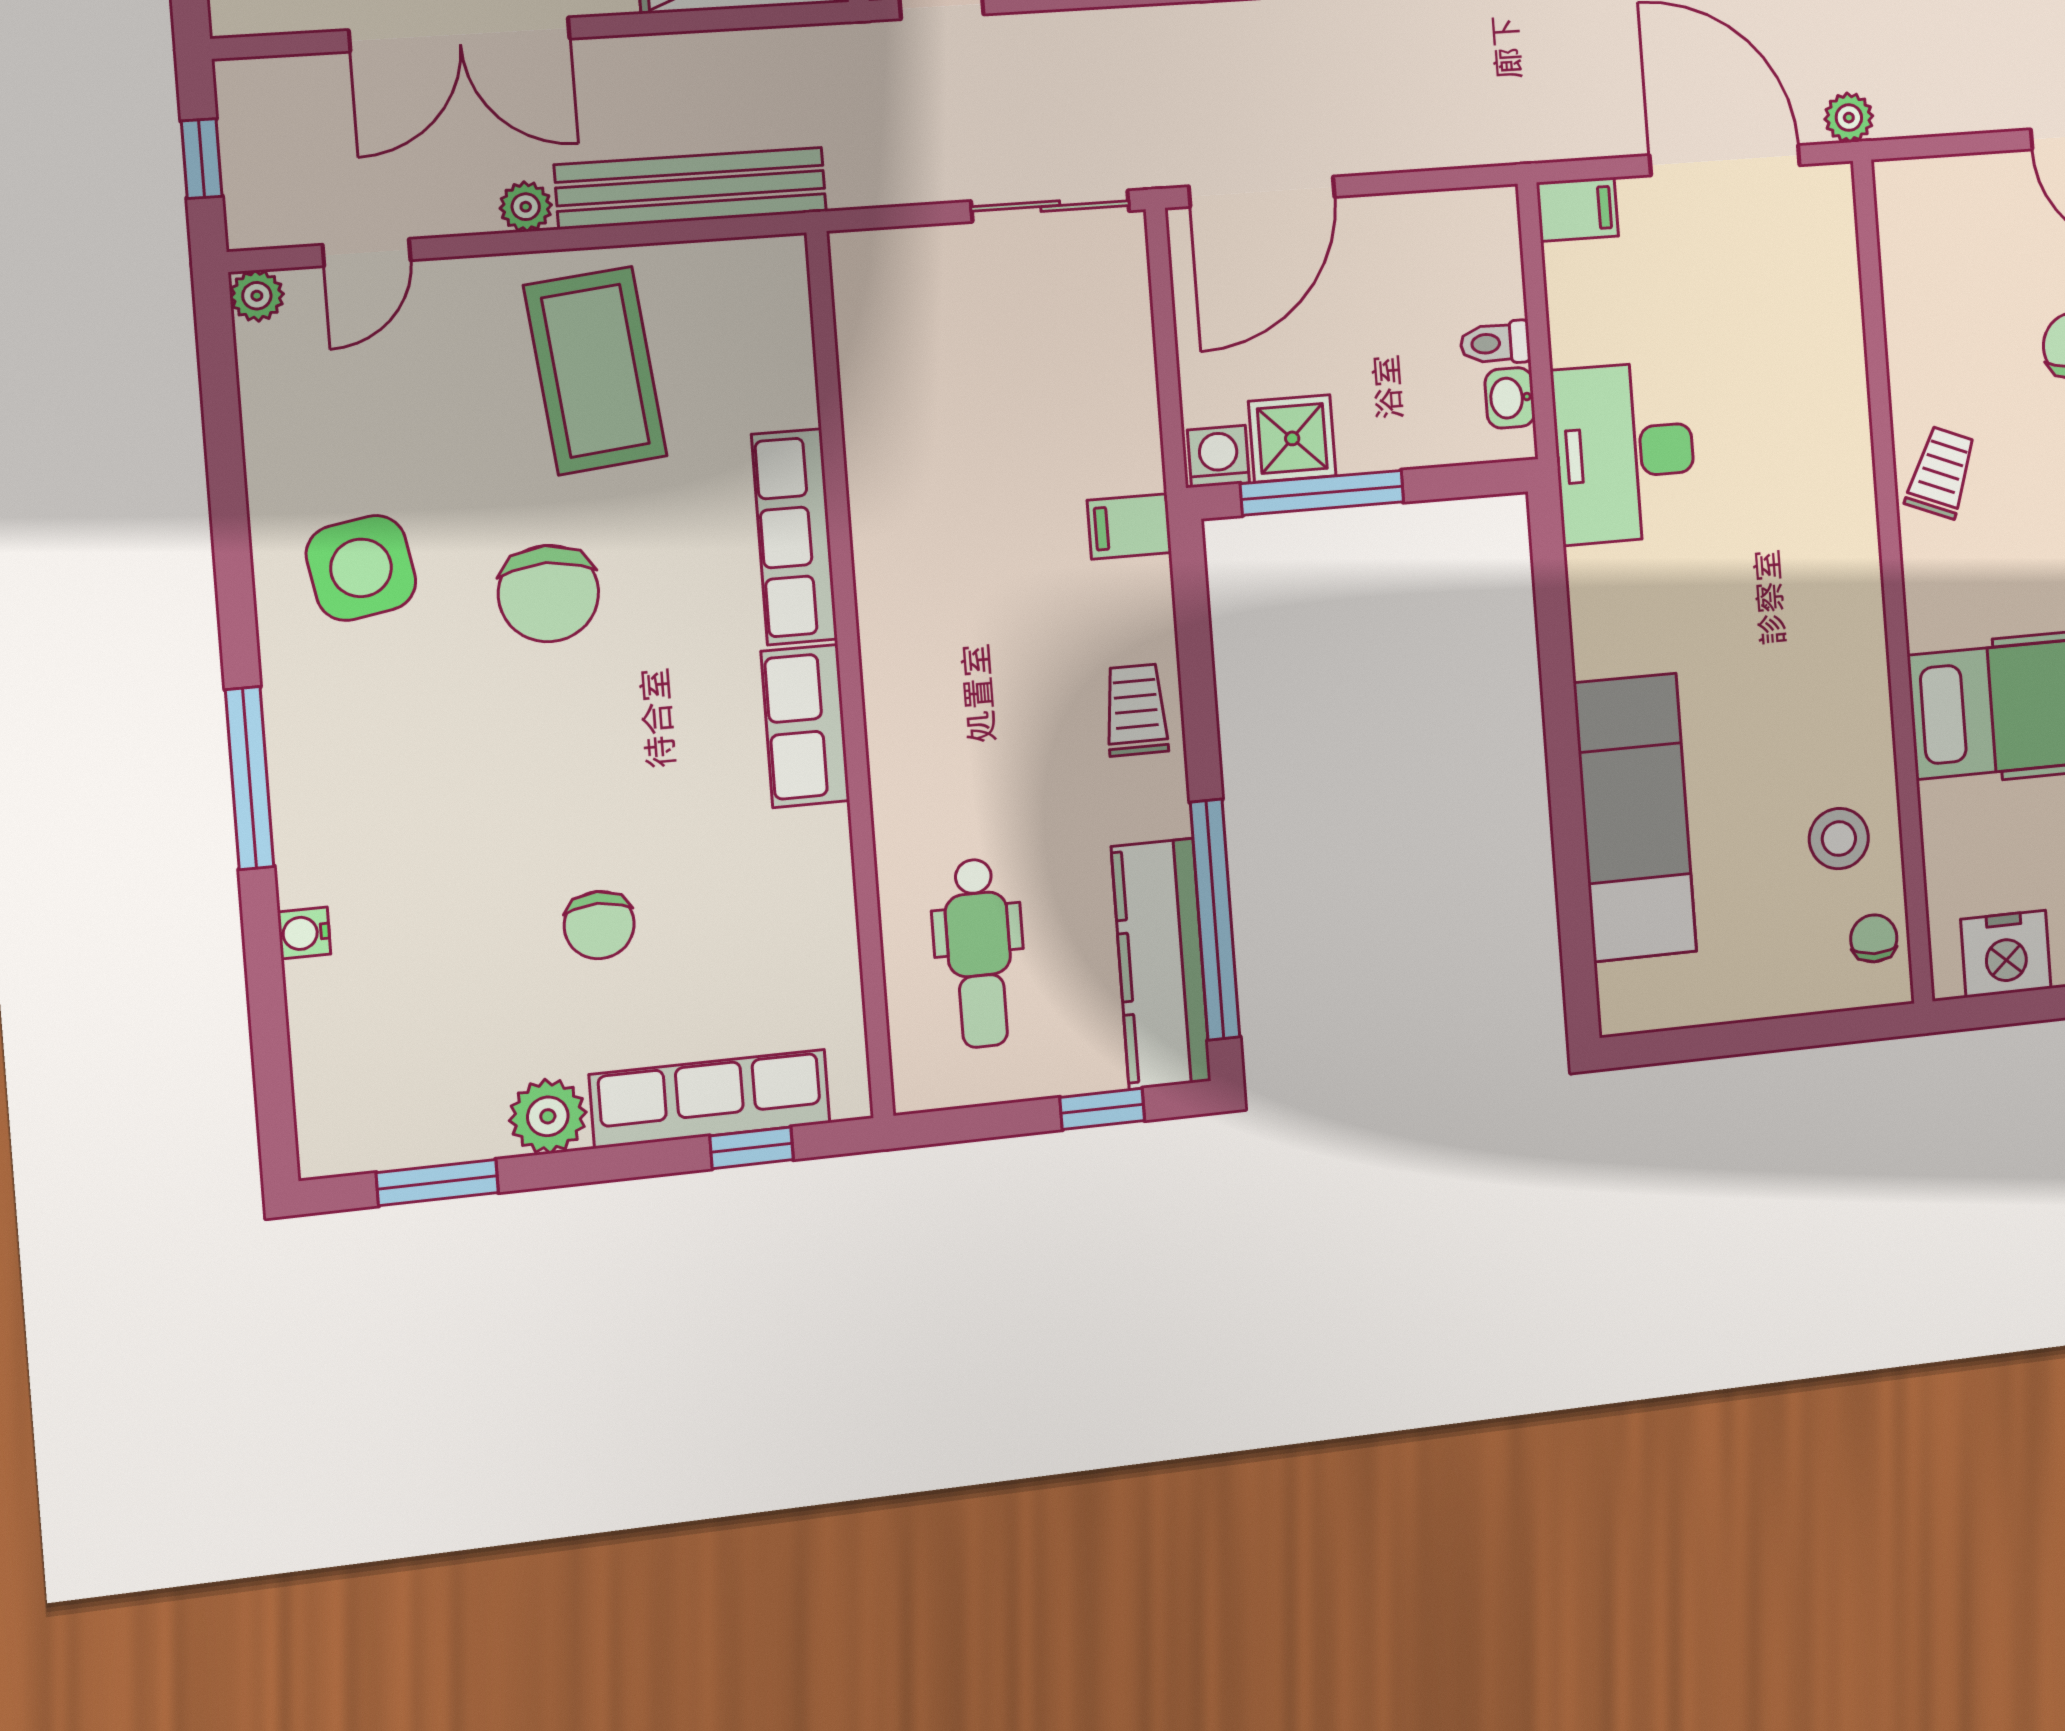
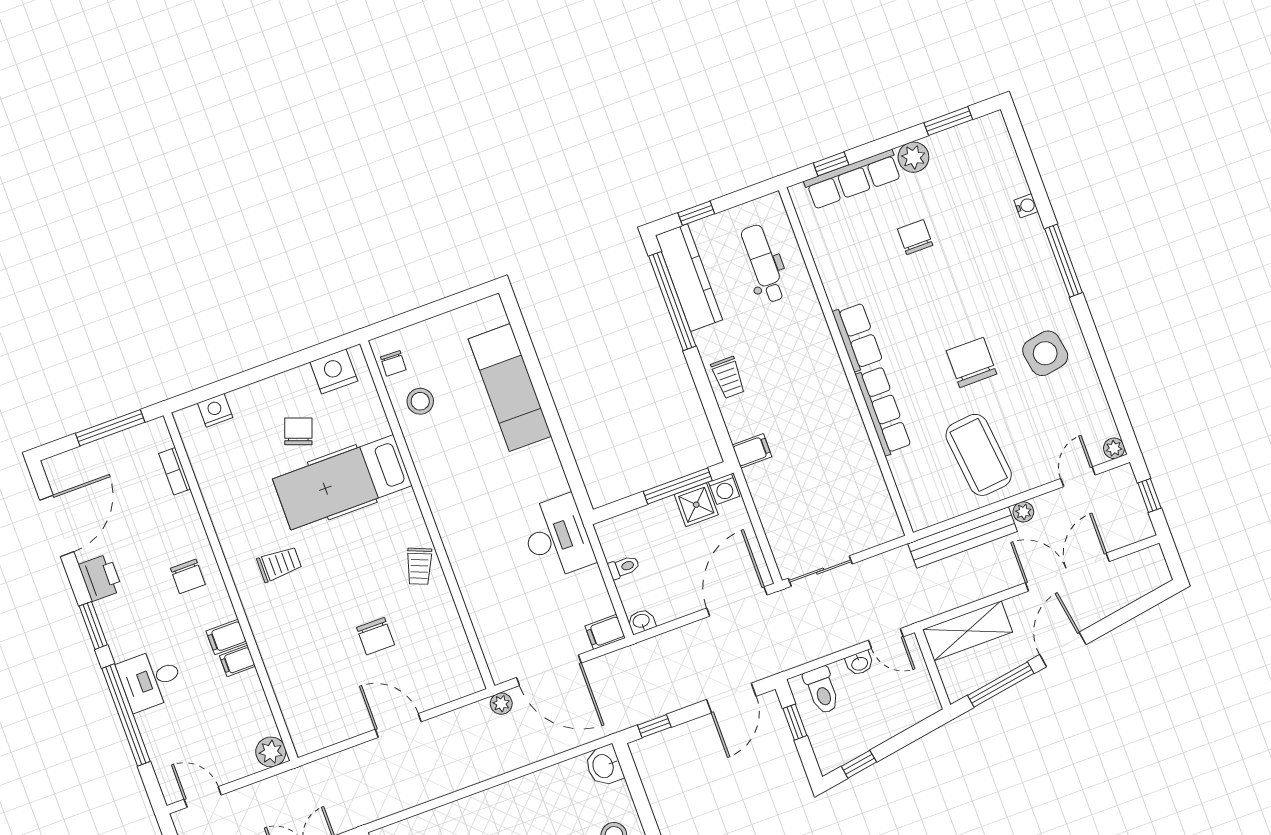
washbasin: (1510, 398) -> (641, 621), moved, turned -90

